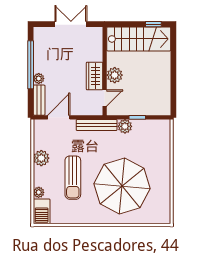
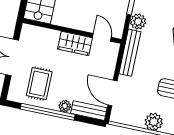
rug: (53, 52) -> (39, 84), added
plant: (115, 75) -> (79, 21), removed

